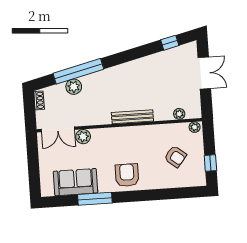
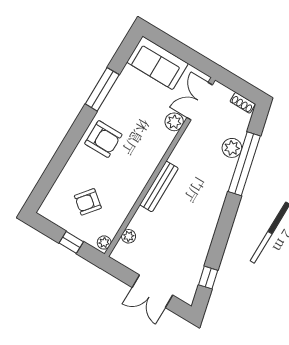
window: (210, 163) -> (71, 242), moved
sofa: (76, 182) -> (158, 63), moved, turned 90

